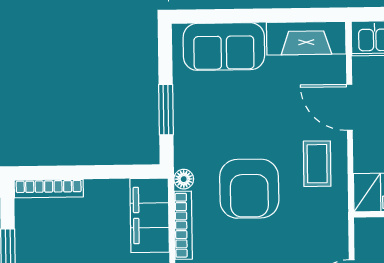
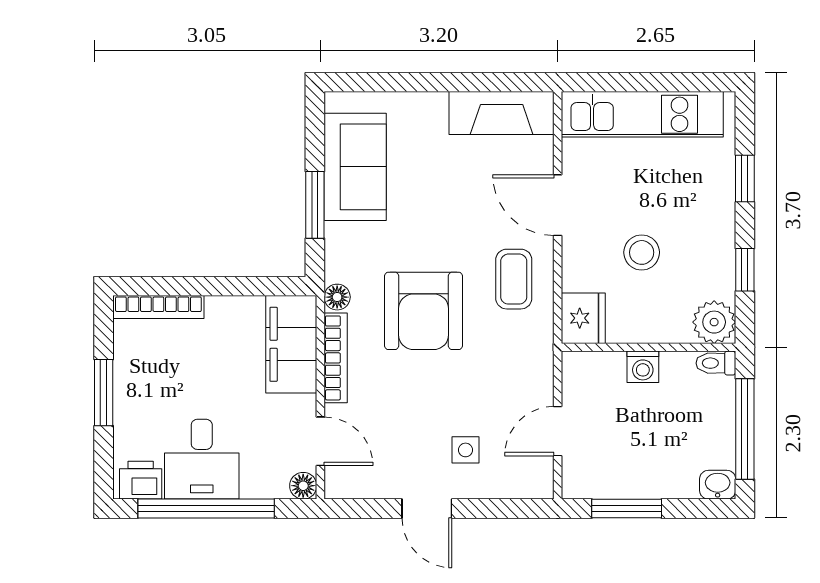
sofa: (224, 47) -> (355, 167), moved, turned -90

